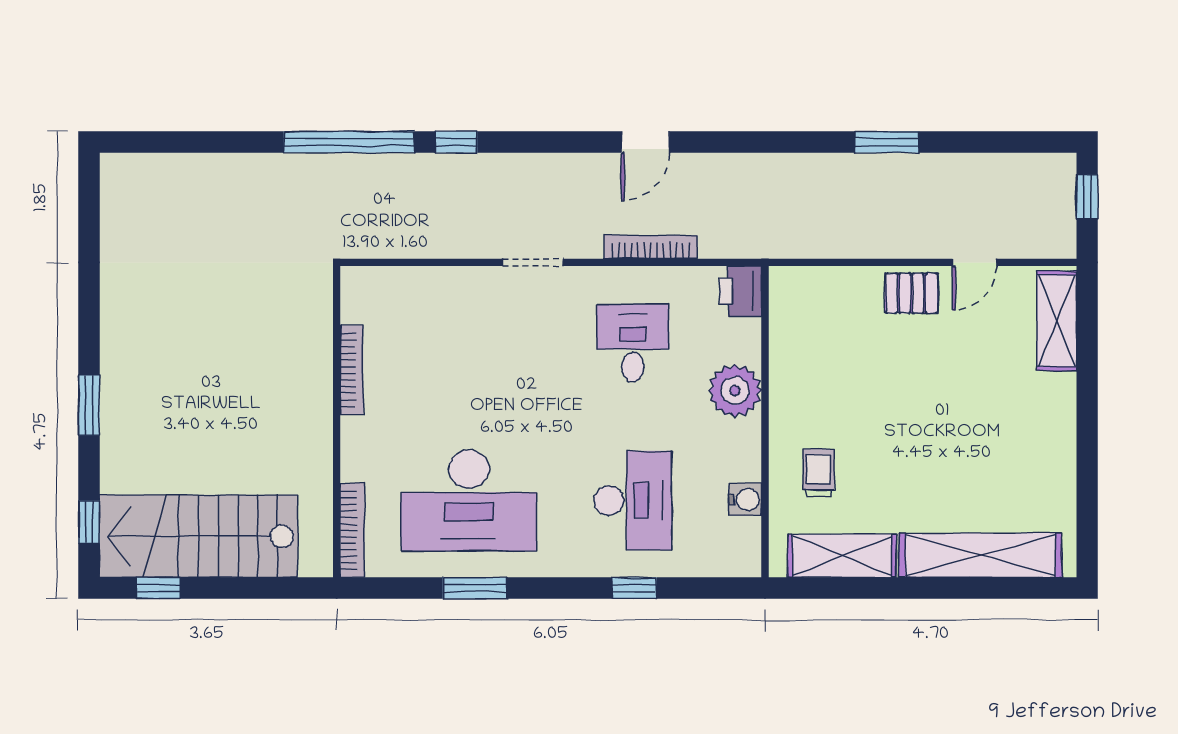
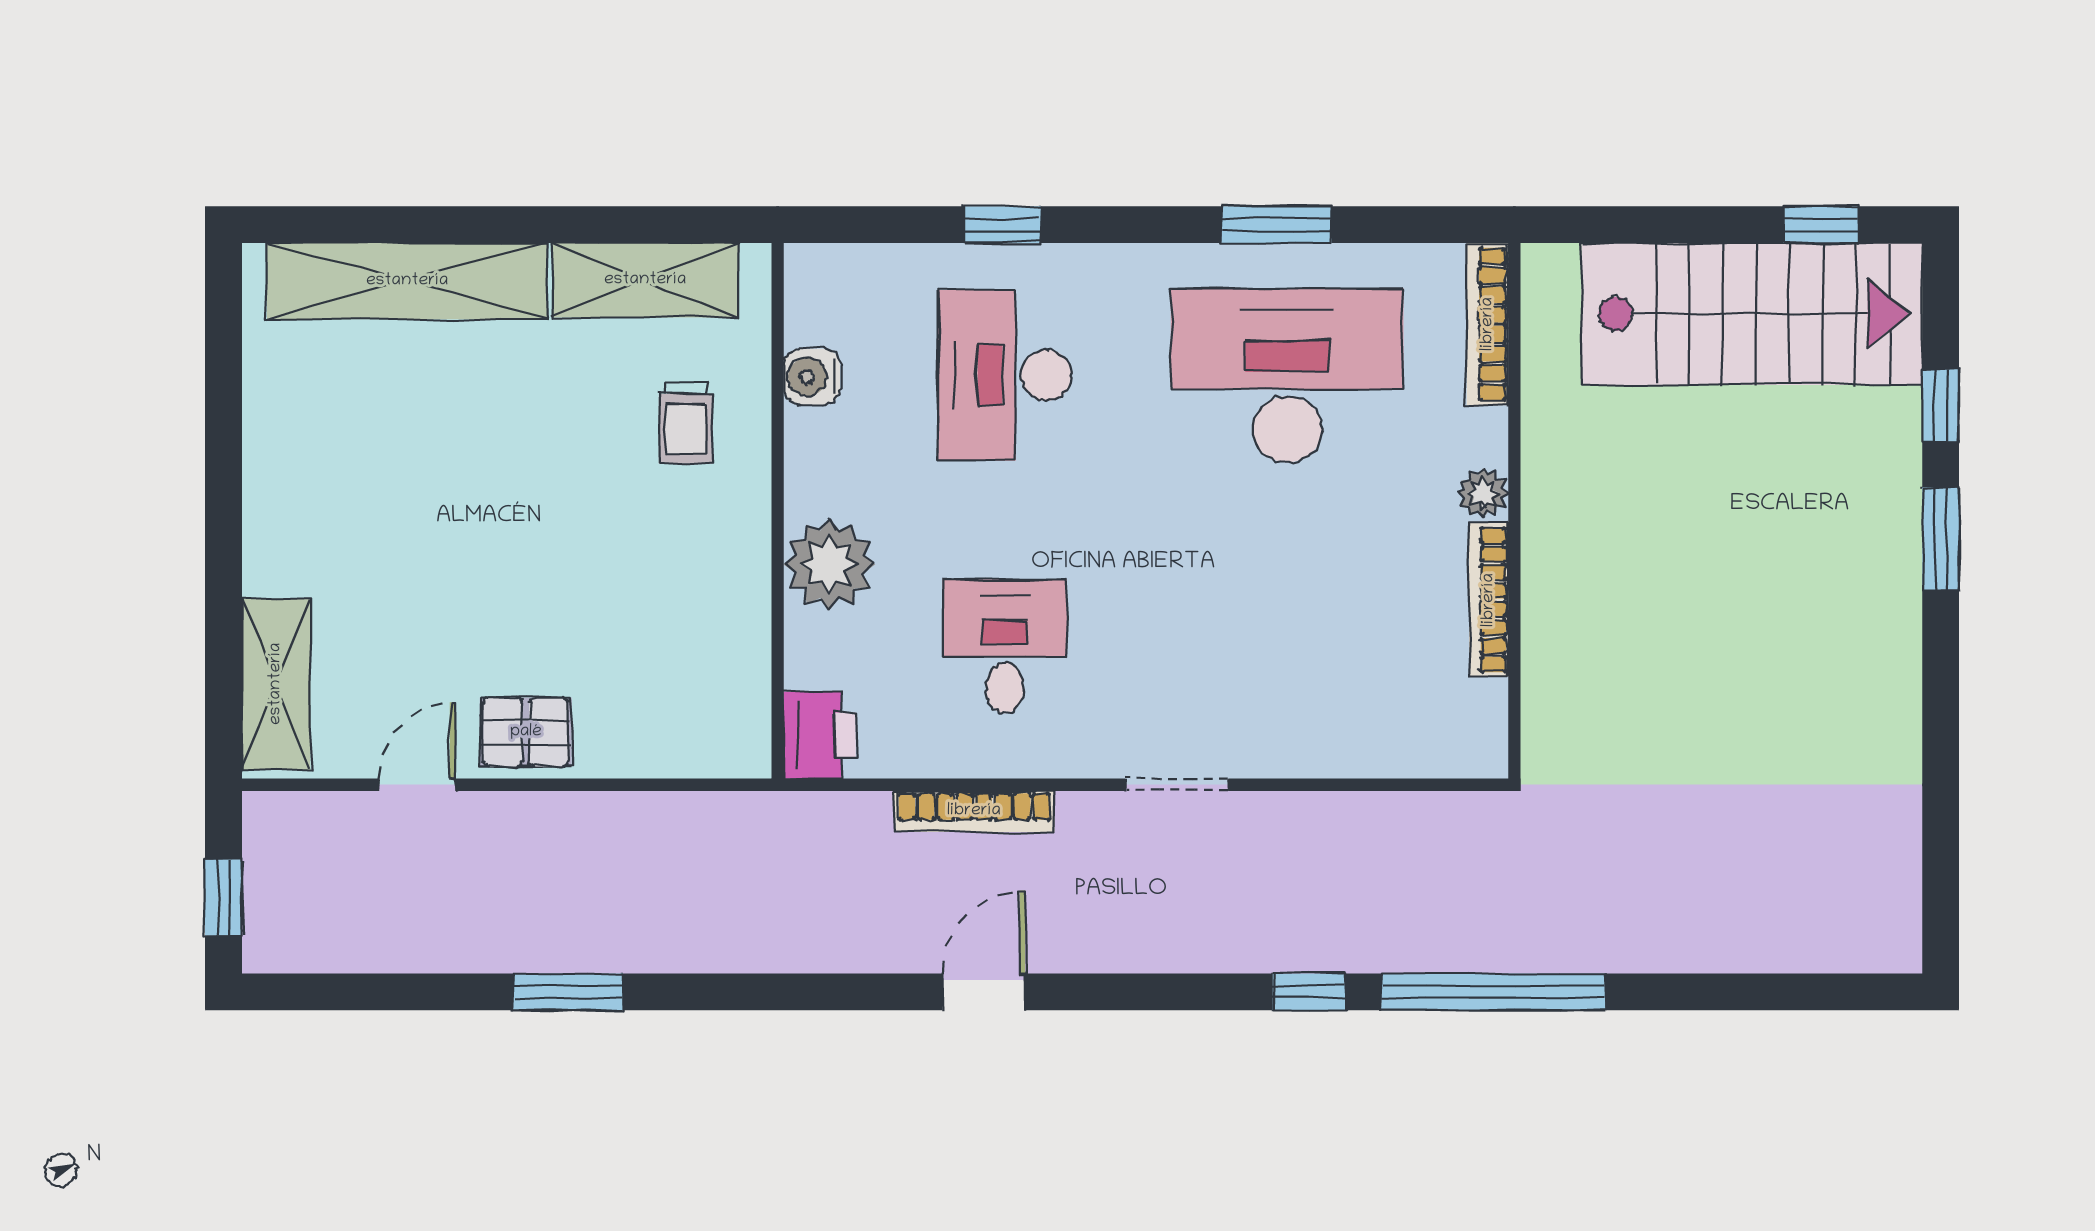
desk: (633, 343) -> (1005, 646), turned 180
plant: (355, 432) -> (1483, 493), added
window: (89, 522) -> (1941, 405), moved

